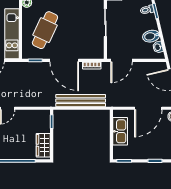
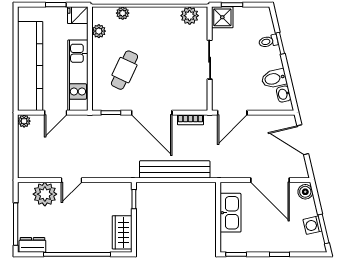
cafe table: (45, 30) -> (124, 70), width x0.73, depth x0.74
door: (148, 108) -> (270, 180), hinge flipped

